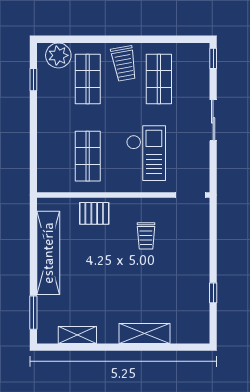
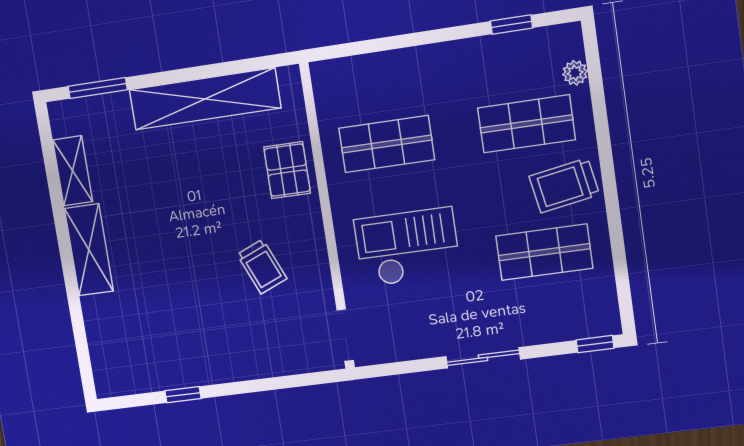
plant: (58, 55) -> (575, 73), width x0.53, depth x0.53
checkout: (146, 153) -> (407, 247), turned 180
trolley: (146, 236) -> (262, 267), turned -113
shelving: (145, 333) -> (89, 250), moved

